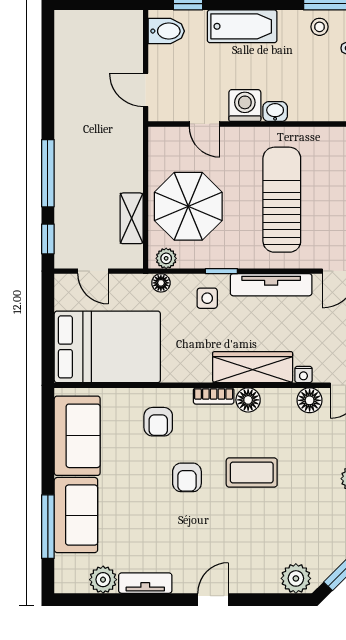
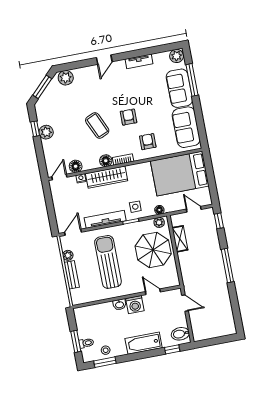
window: (48, 173) -> (227, 265), moved
sun lounger: (282, 200) -> (108, 262), turned 180
coffee table: (252, 473) -> (97, 125), turned 66
plant: (103, 580) -> (177, 56), moved

